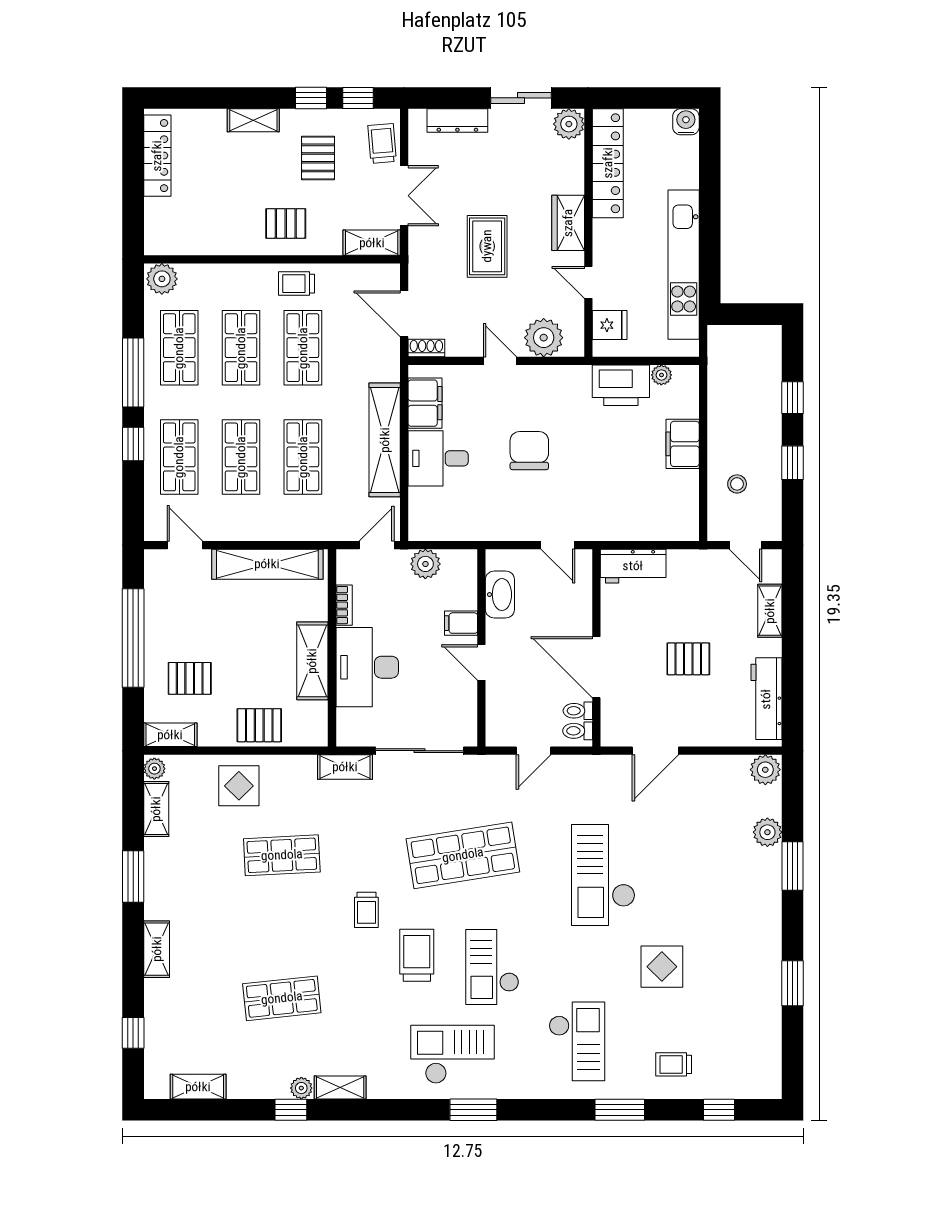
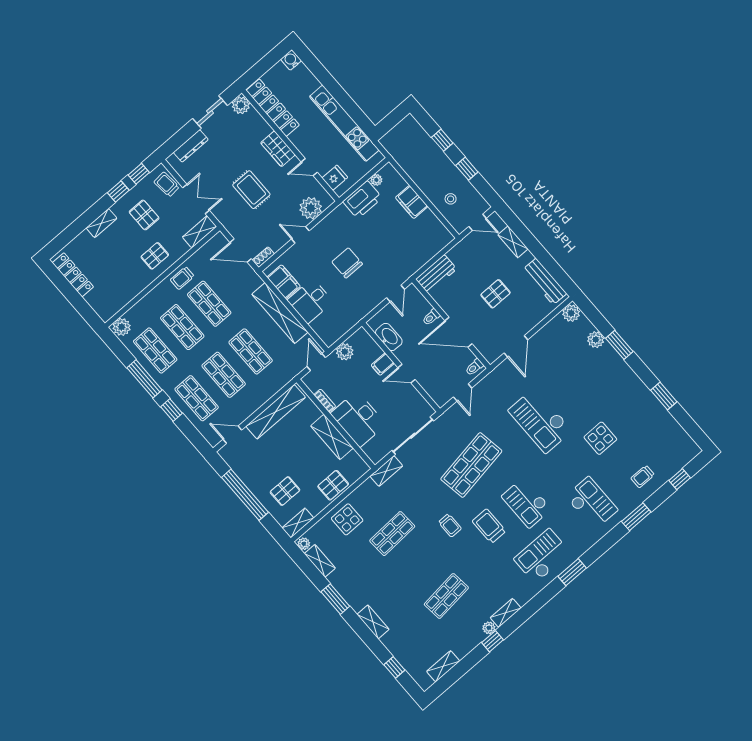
door: (558, 545) -> (395, 293), hinge flipped
toilet: (578, 711) -> (431, 317), moved

